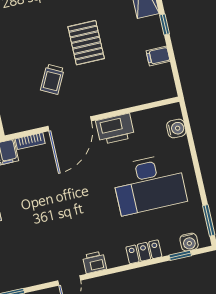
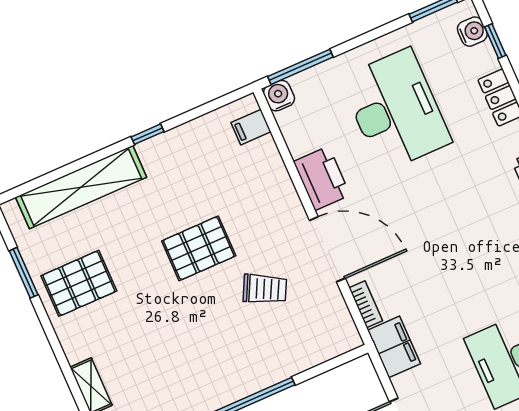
filing cabinet: (158, 56) -> (251, 127), moved, turned 90
water cooler: (176, 129) -> (279, 96), moved
window: (188, 129) -> (300, 67), added

